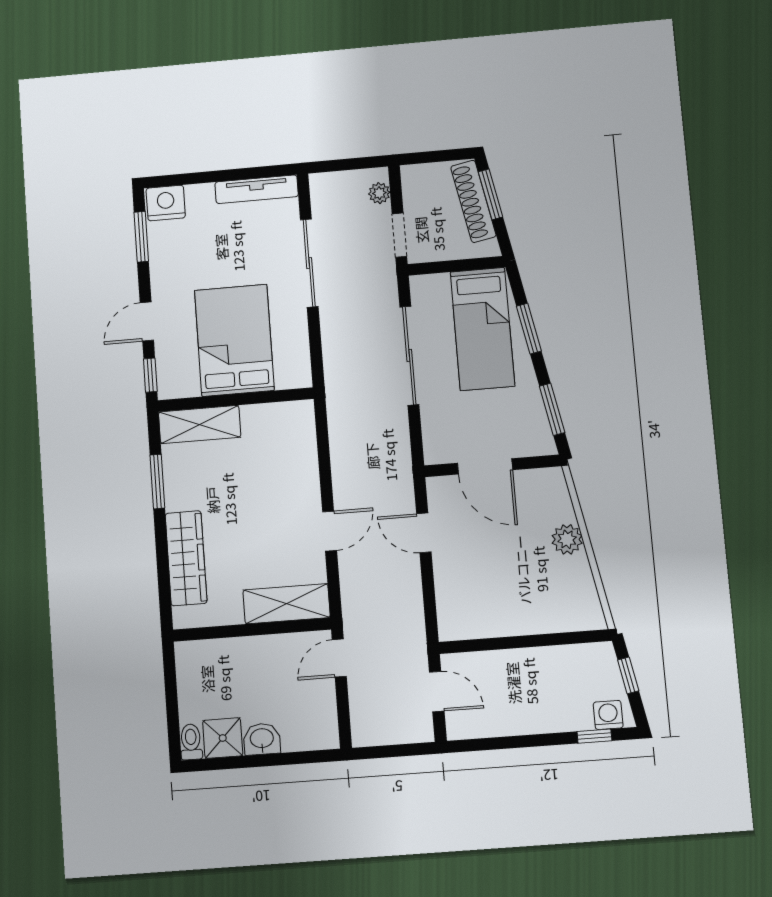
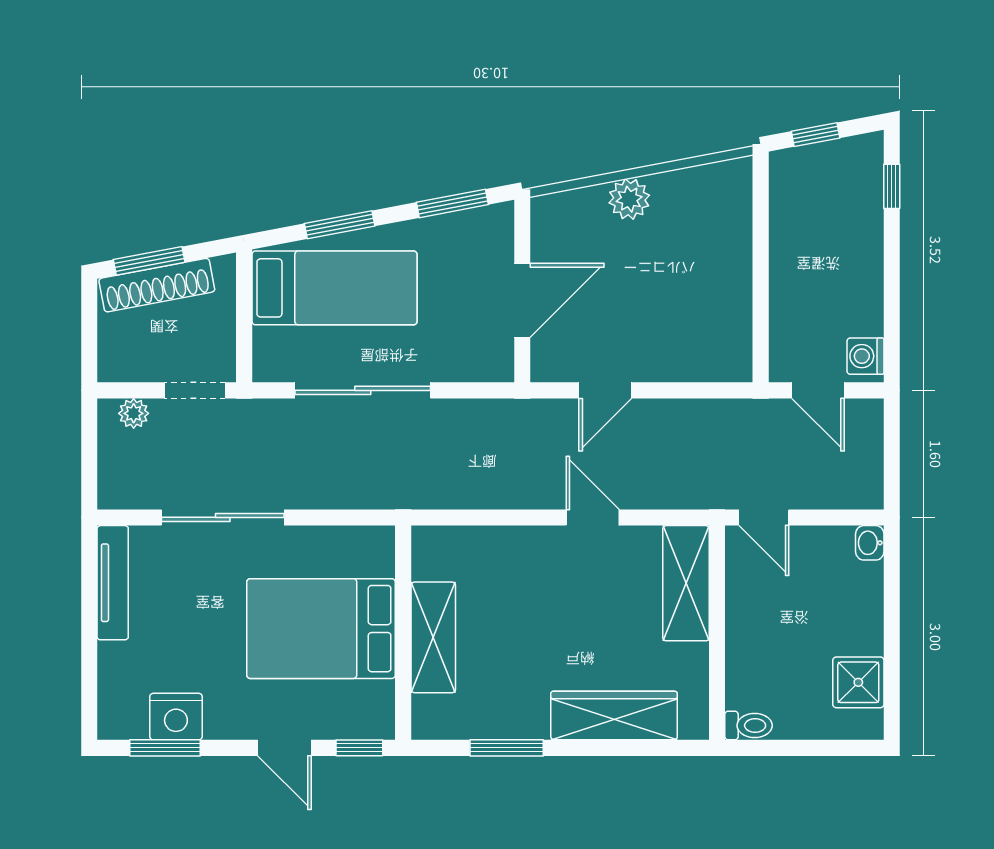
nightstand: (166, 203) -> (176, 717), moved, turned -90
shelving: (200, 425) -> (433, 637), moved
door: (437, 692) -> (818, 390), swing flipped
washing machine: (608, 715) -> (865, 356), moved
washbasin: (262, 739) -> (870, 543), moved, width x0.72, depth x0.69
toilet: (191, 742) -> (748, 726), moved, turned 180

